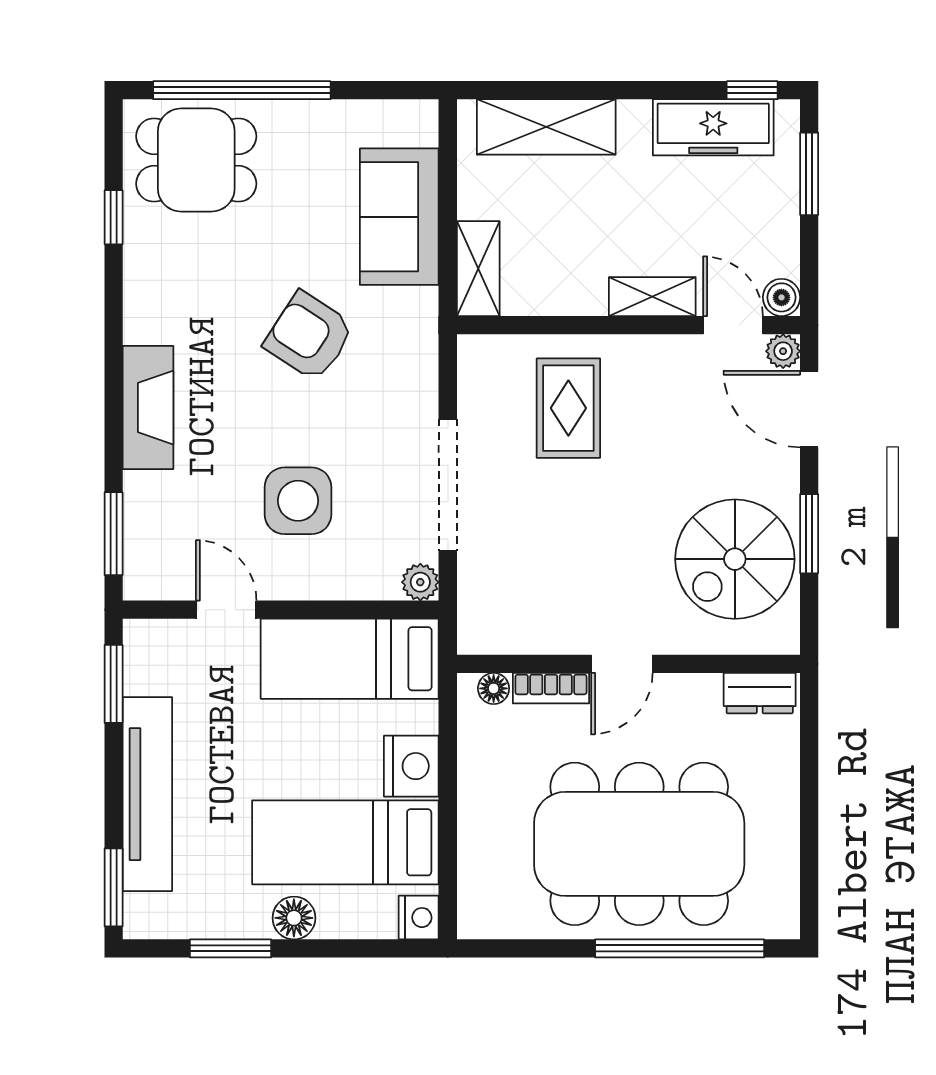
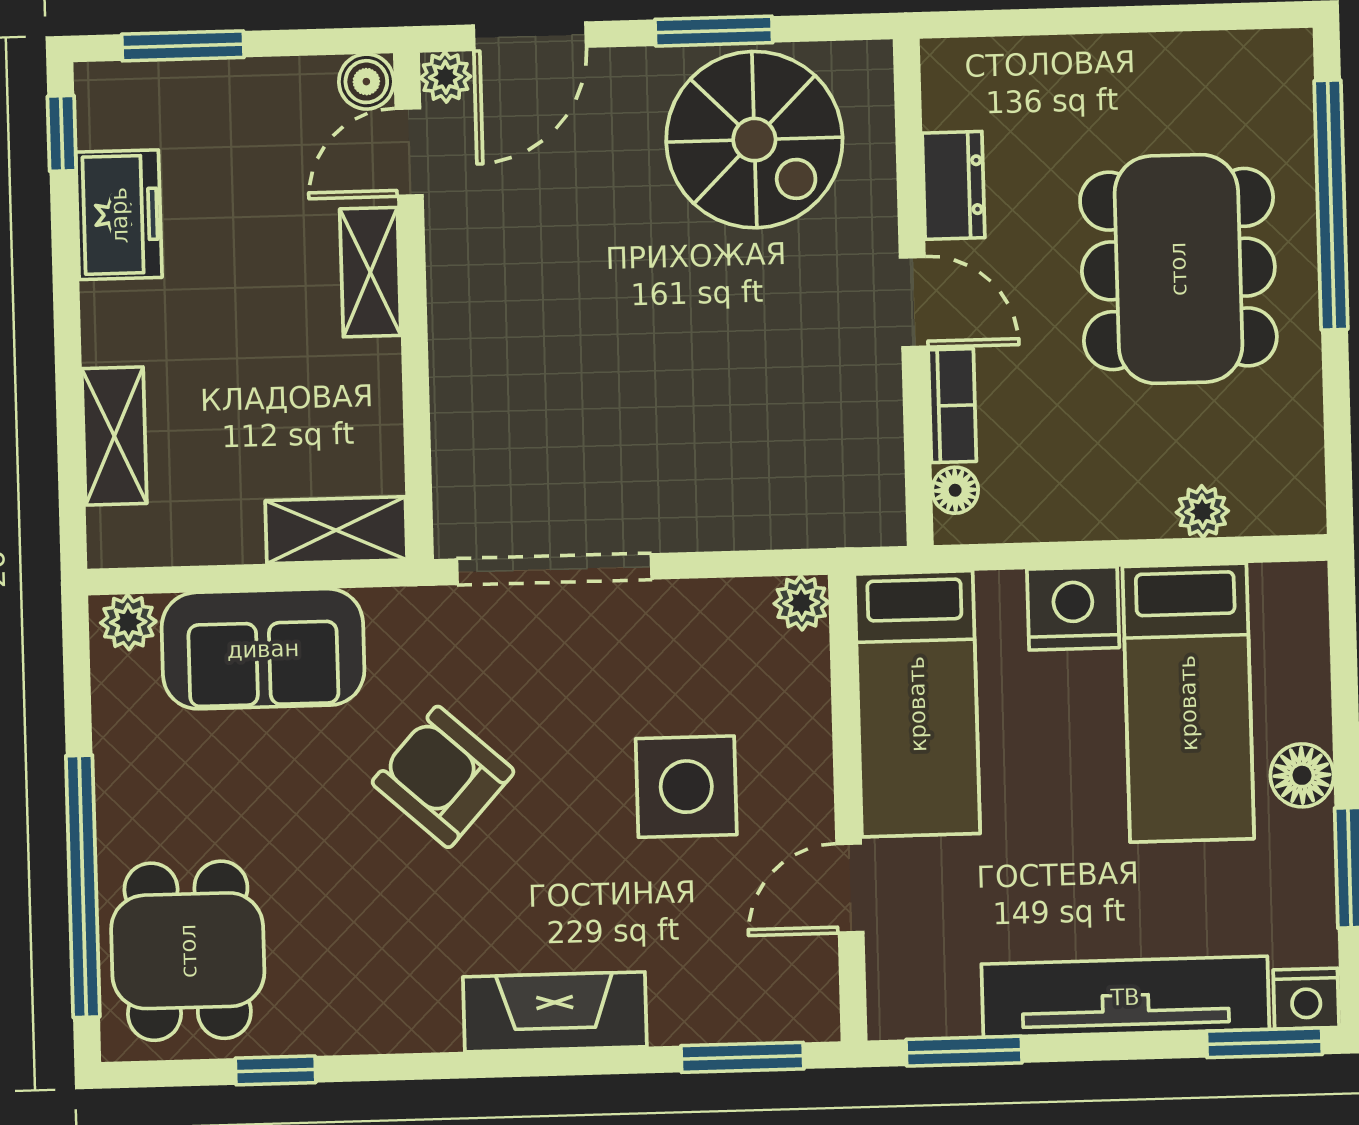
plant: (420, 126) -> (128, 622), added
shelving: (546, 127) -> (114, 436), width x0.67, depth x0.75
freezer: (713, 127) -> (119, 215), width x0.71
armchair: (309, 336) -> (443, 777), turned 99
rug: (568, 408) -> (538, 391), removed
doorway: (448, 485) -> (554, 569), moved
dresser: (760, 693) -> (954, 185), moved
dining table: (639, 844) -> (1178, 269), width x0.73, depth x0.80
plant: (474, 855) -> (1202, 512), added
nightstand: (419, 918) -> (1306, 999), moved, turned 180

